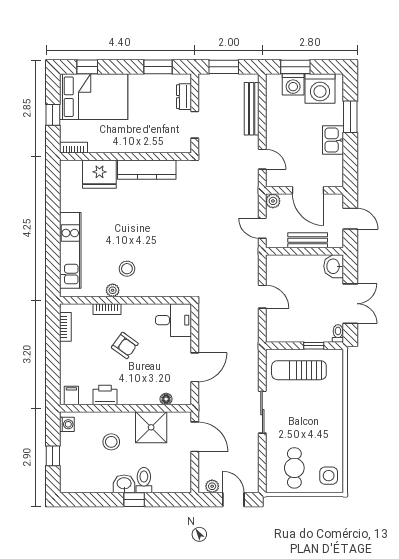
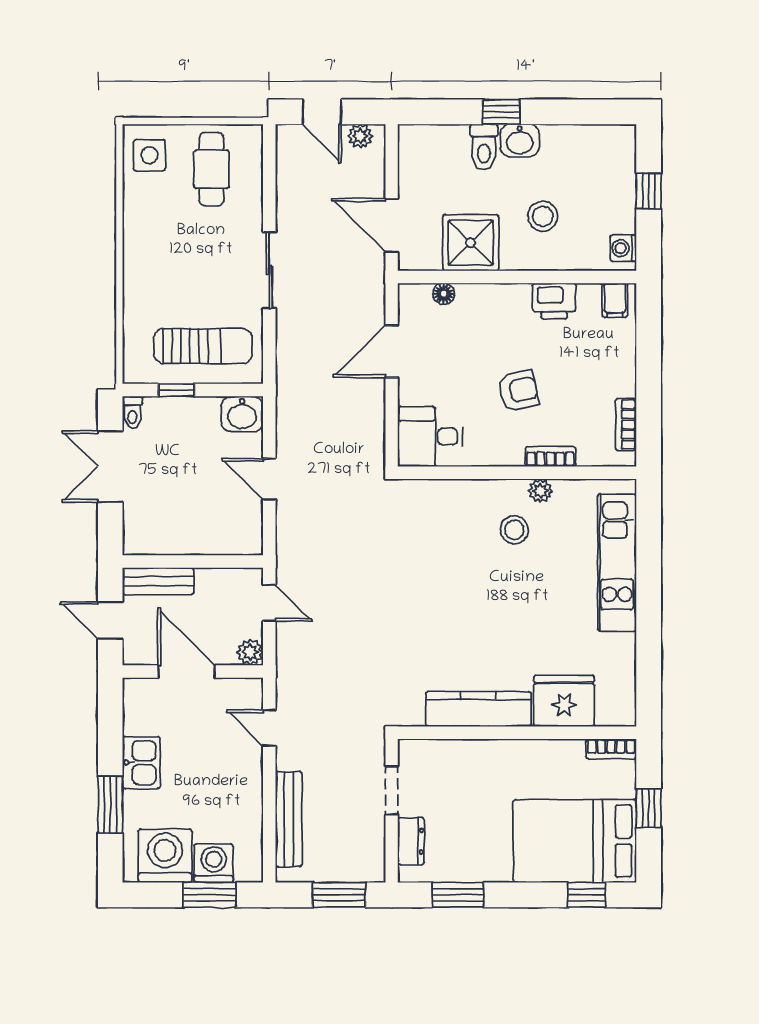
bench: (308, 240) -> (158, 581), moved
washbasin: (334, 266) -> (242, 414), moved, turned 90
armchair: (125, 345) -> (518, 391), turned 131

